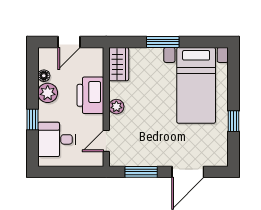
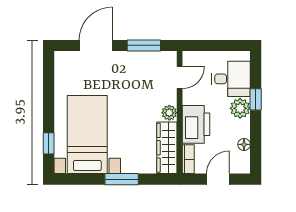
bookcase: (98, 61) -> (188, 159), added
wardrobe: (119, 64) -> (167, 148), width x1.50
plant: (48, 93) -> (240, 108), moved
window: (234, 121) -> (49, 143), moved

